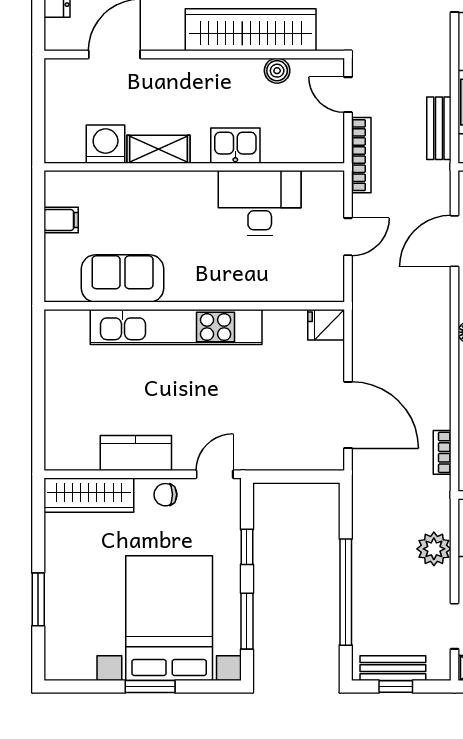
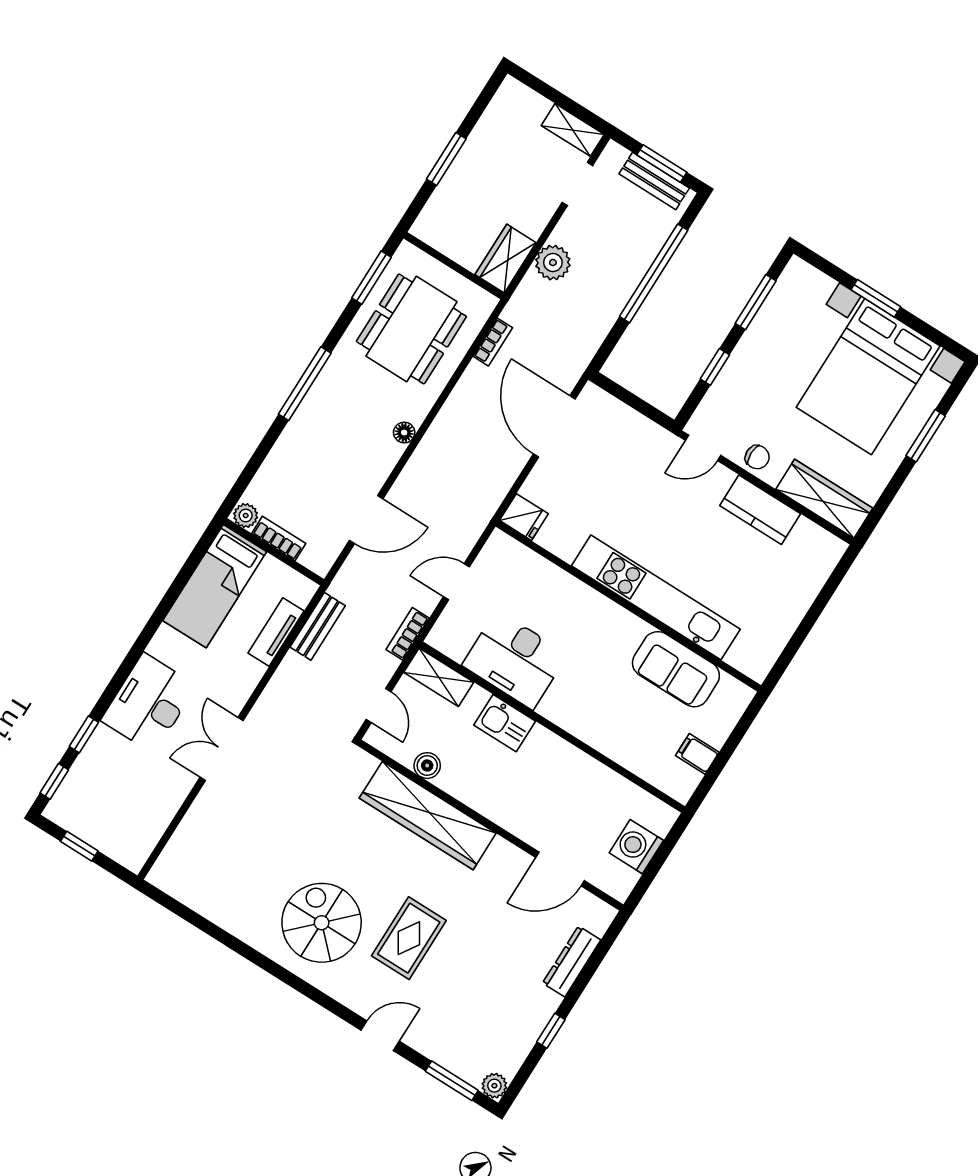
washing machine: (106, 144) -> (636, 847), moved, turned 90
shelving: (158, 149) -> (439, 677), moved
bookcase: (361, 155) -> (408, 634), width x0.64
bed with nightstands: (169, 618) -> (868, 377), moved
window: (396, 687) -> (662, 163), width x1.50

